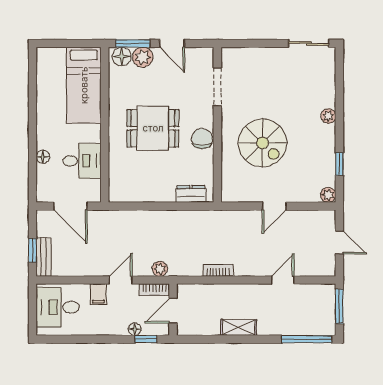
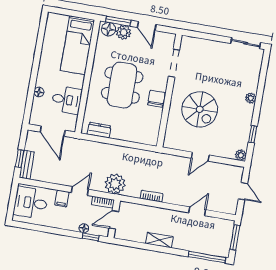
dining table: (153, 128) -> (122, 85), width x1.38
dresser: (191, 194) -> (99, 130), moved
plant: (160, 269) -> (115, 184), width x1.87, depth x1.87

